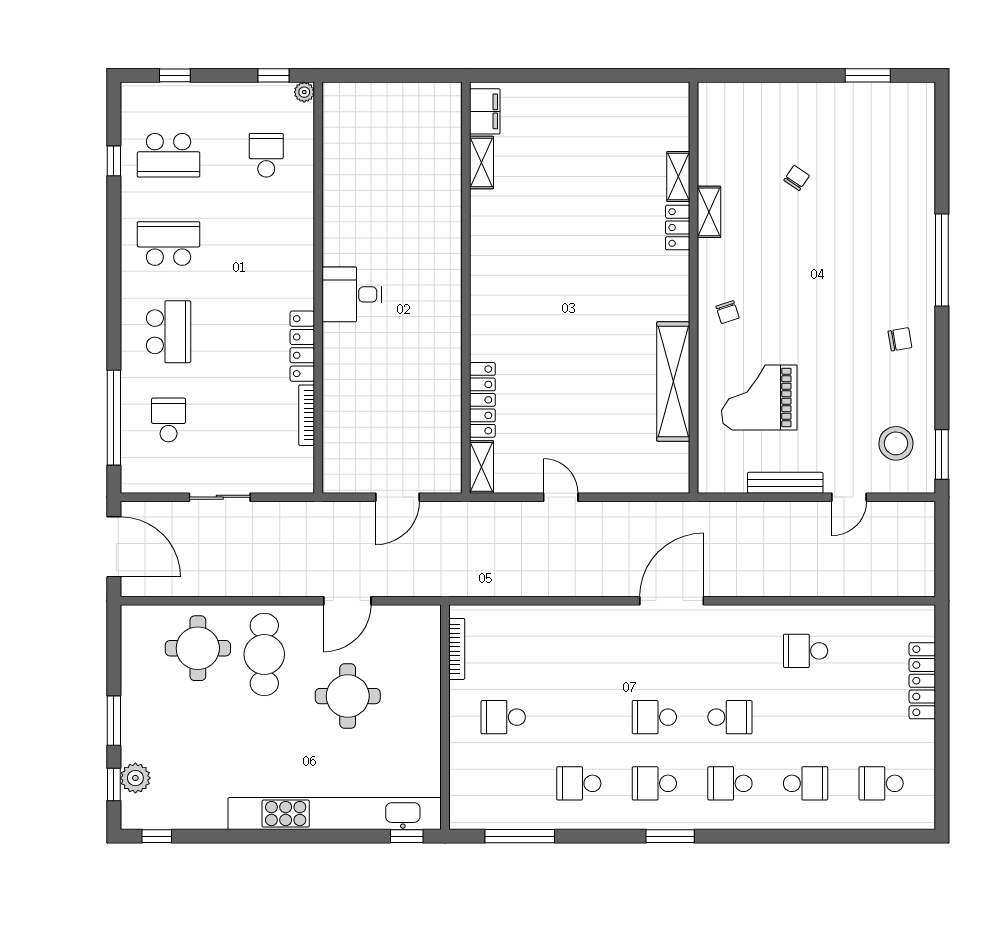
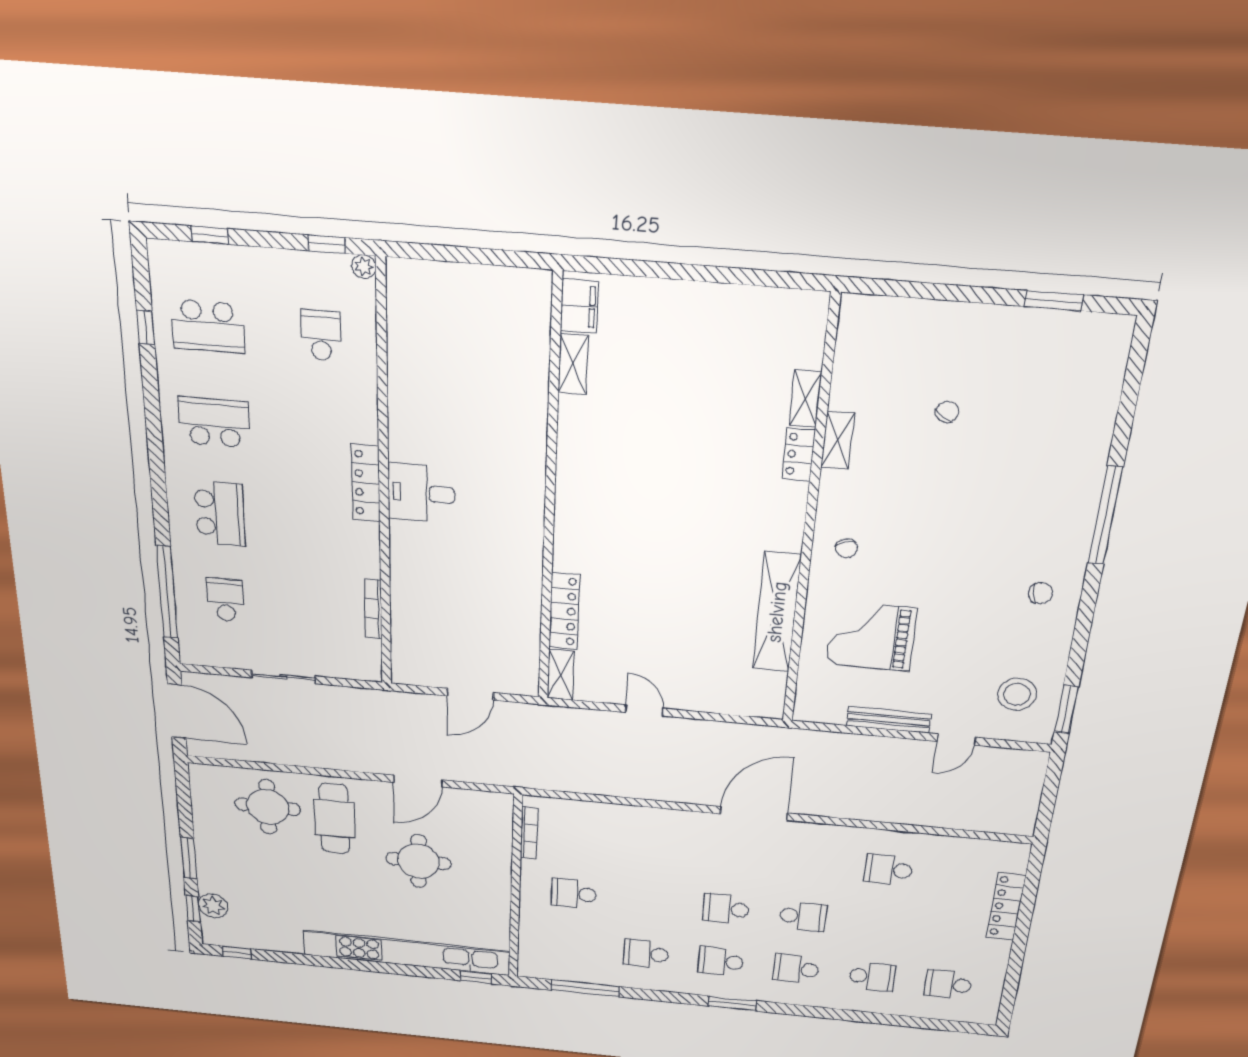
locker: (302, 346) -> (366, 483), moved

